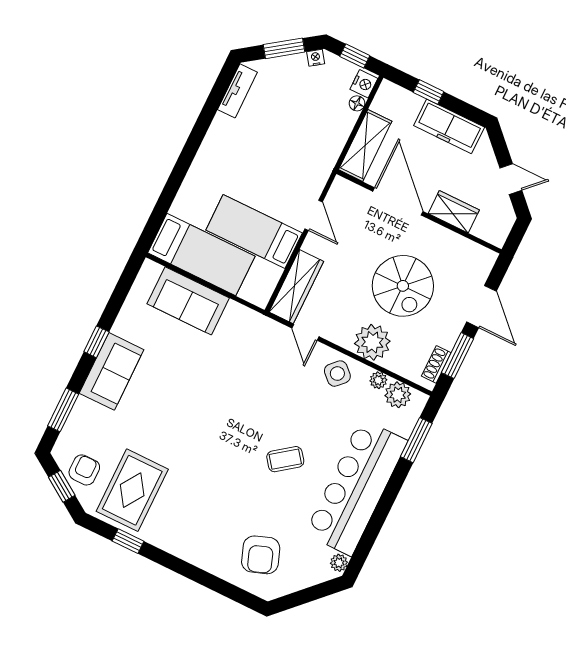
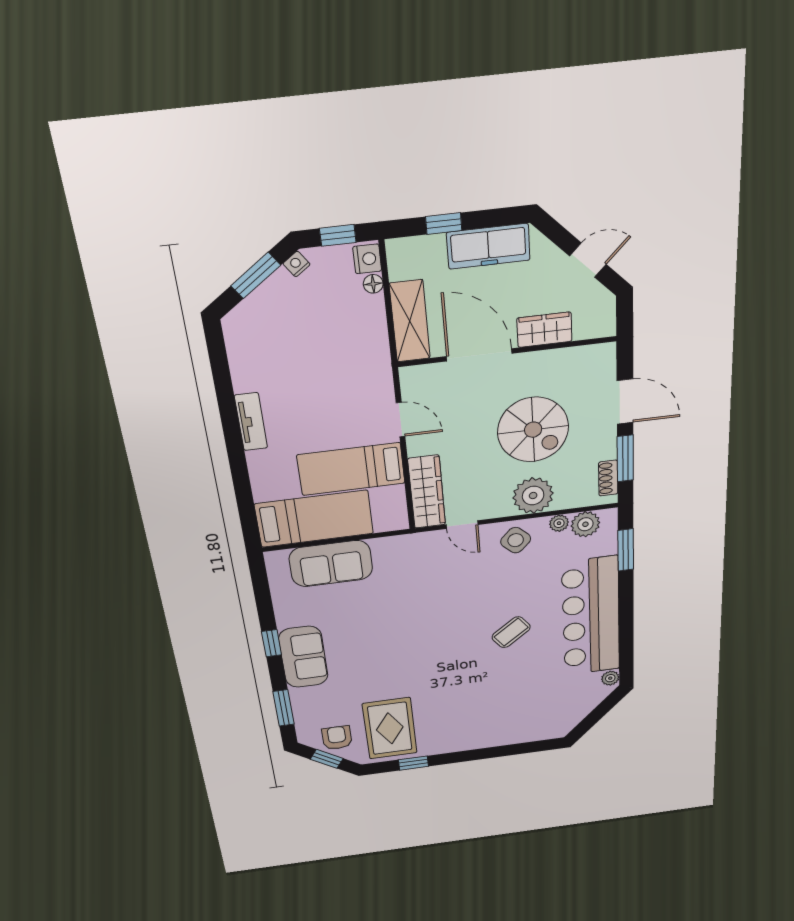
tv unit: (237, 91) -> (251, 422), moved
armchair: (261, 555) -> (536, 710), removed

